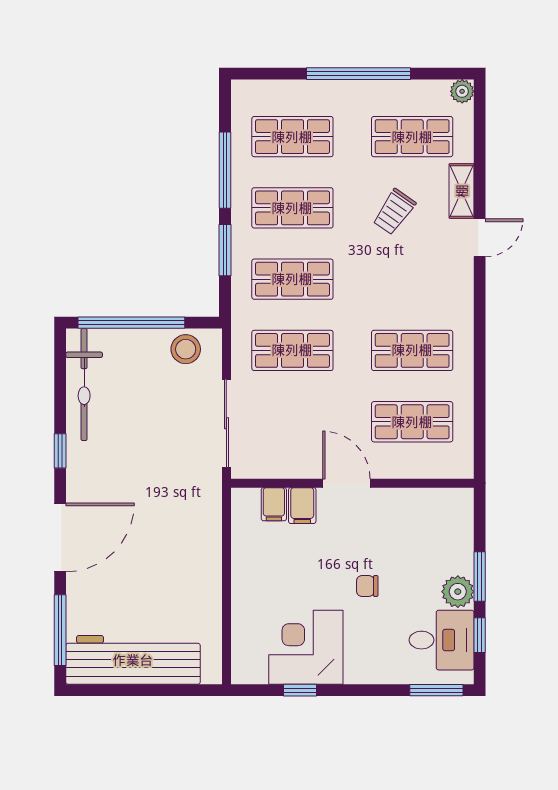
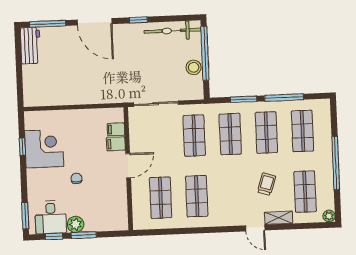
trolley: (394, 212) -> (267, 184), turned 74
stool: (186, 349) -> (194, 67), moved
workbench: (133, 660) -> (30, 46), width x0.53, depth x0.76

